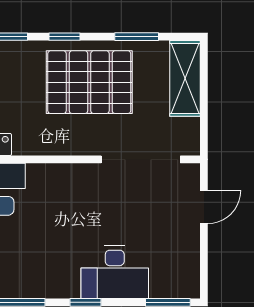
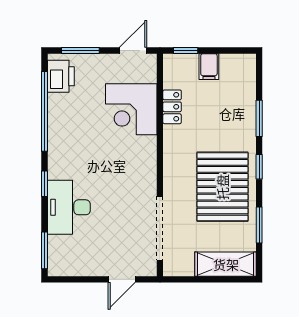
door: (204, 207) -> (122, 279), hinge flipped

